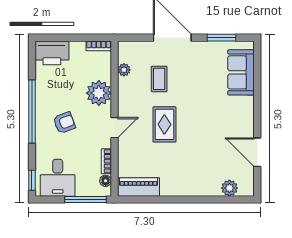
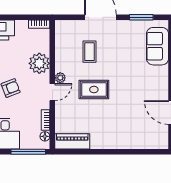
plant: (124, 70) -> (60, 78), moved
rug: (164, 124) -> (94, 89), turned 90
plant: (229, 188) -> (148, 142), removed

